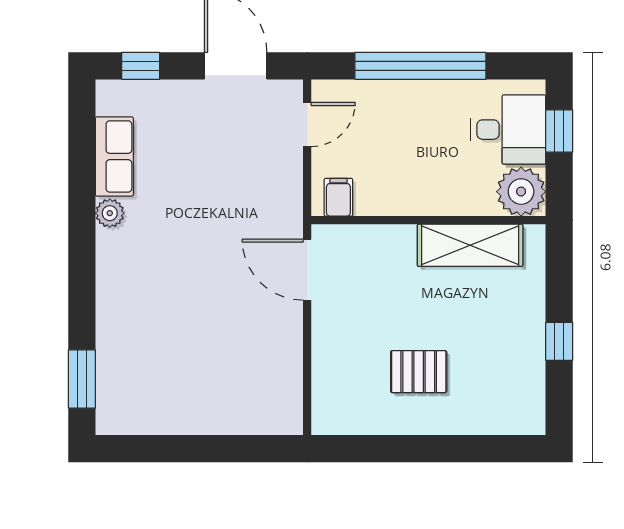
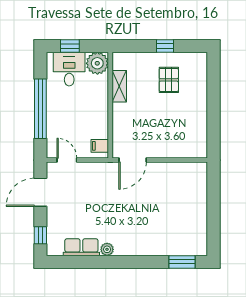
shelving: (470, 245) -> (119, 86), width x0.67, depth x0.75
pallet: (419, 372) -> (169, 80), moved

